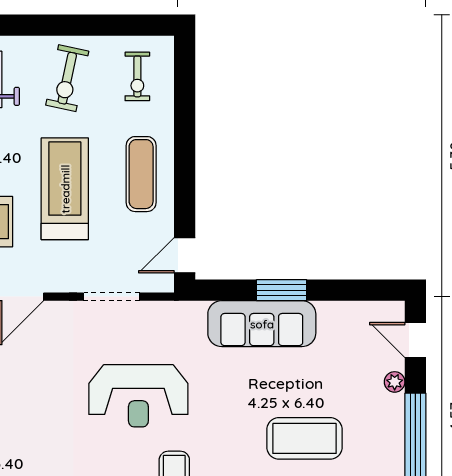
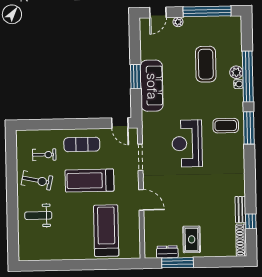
exercise bike: (137, 76) -> (44, 155), moved
reception desk: (138, 396) -> (187, 144), turned 180

